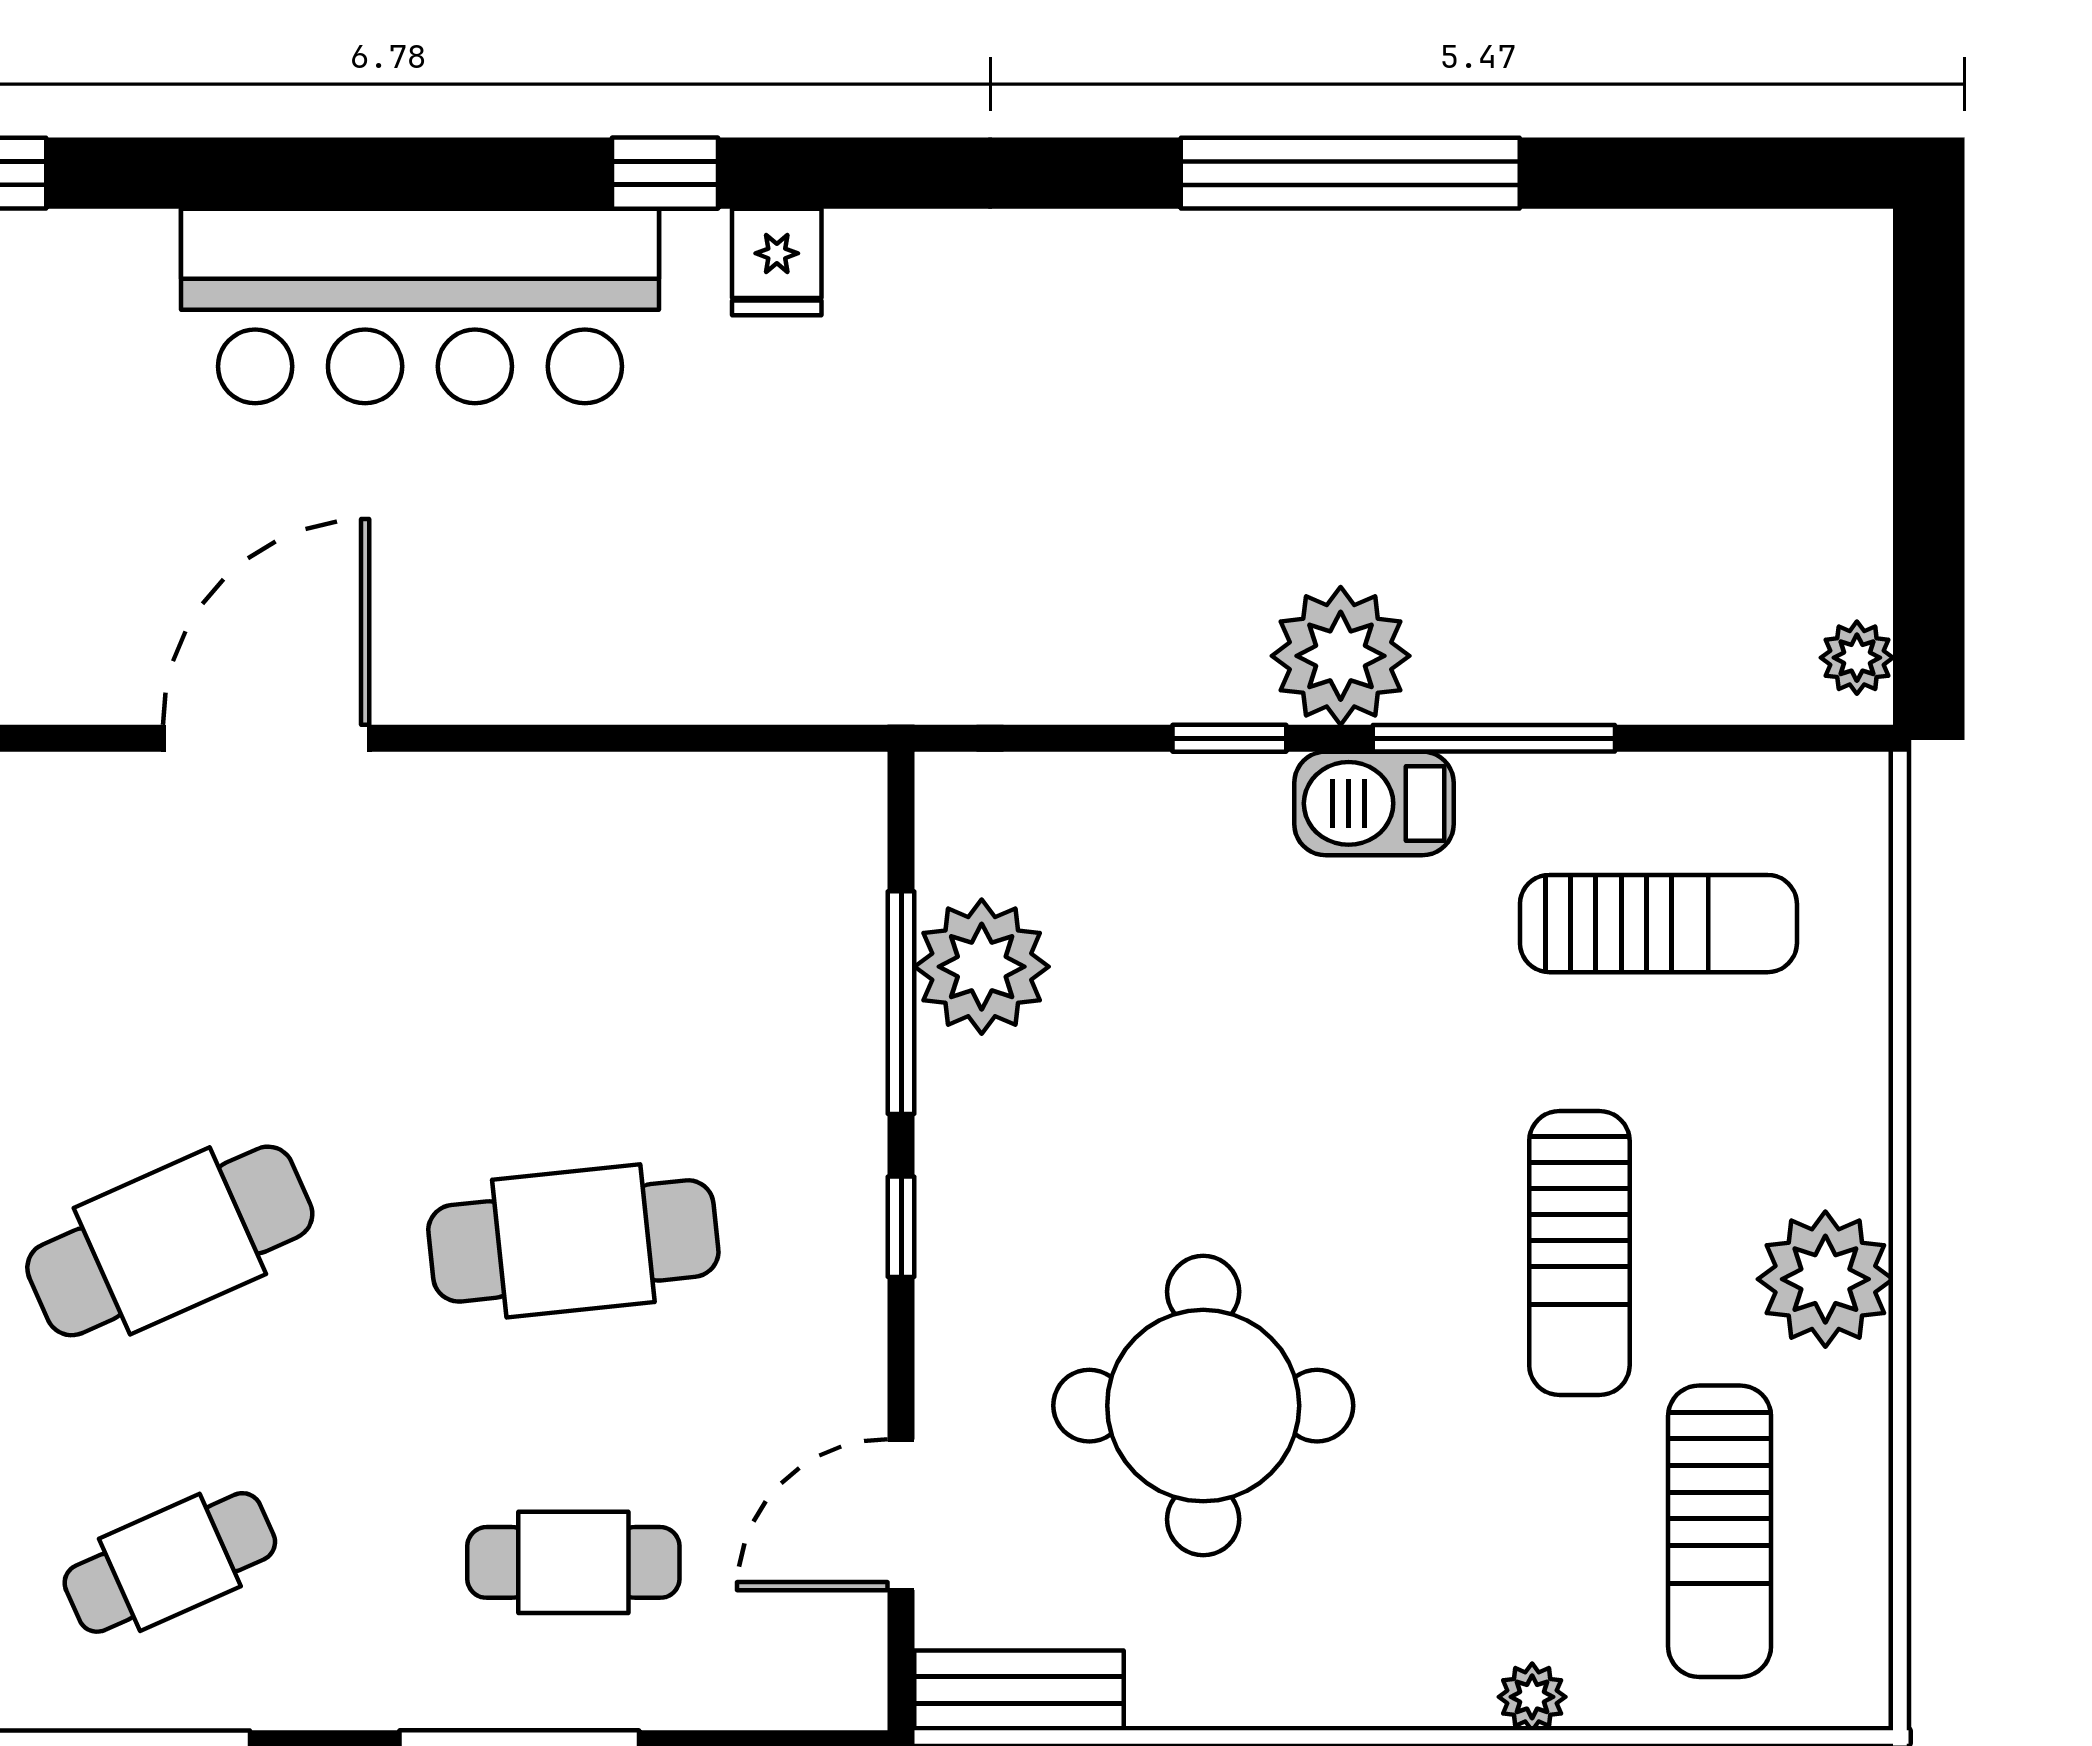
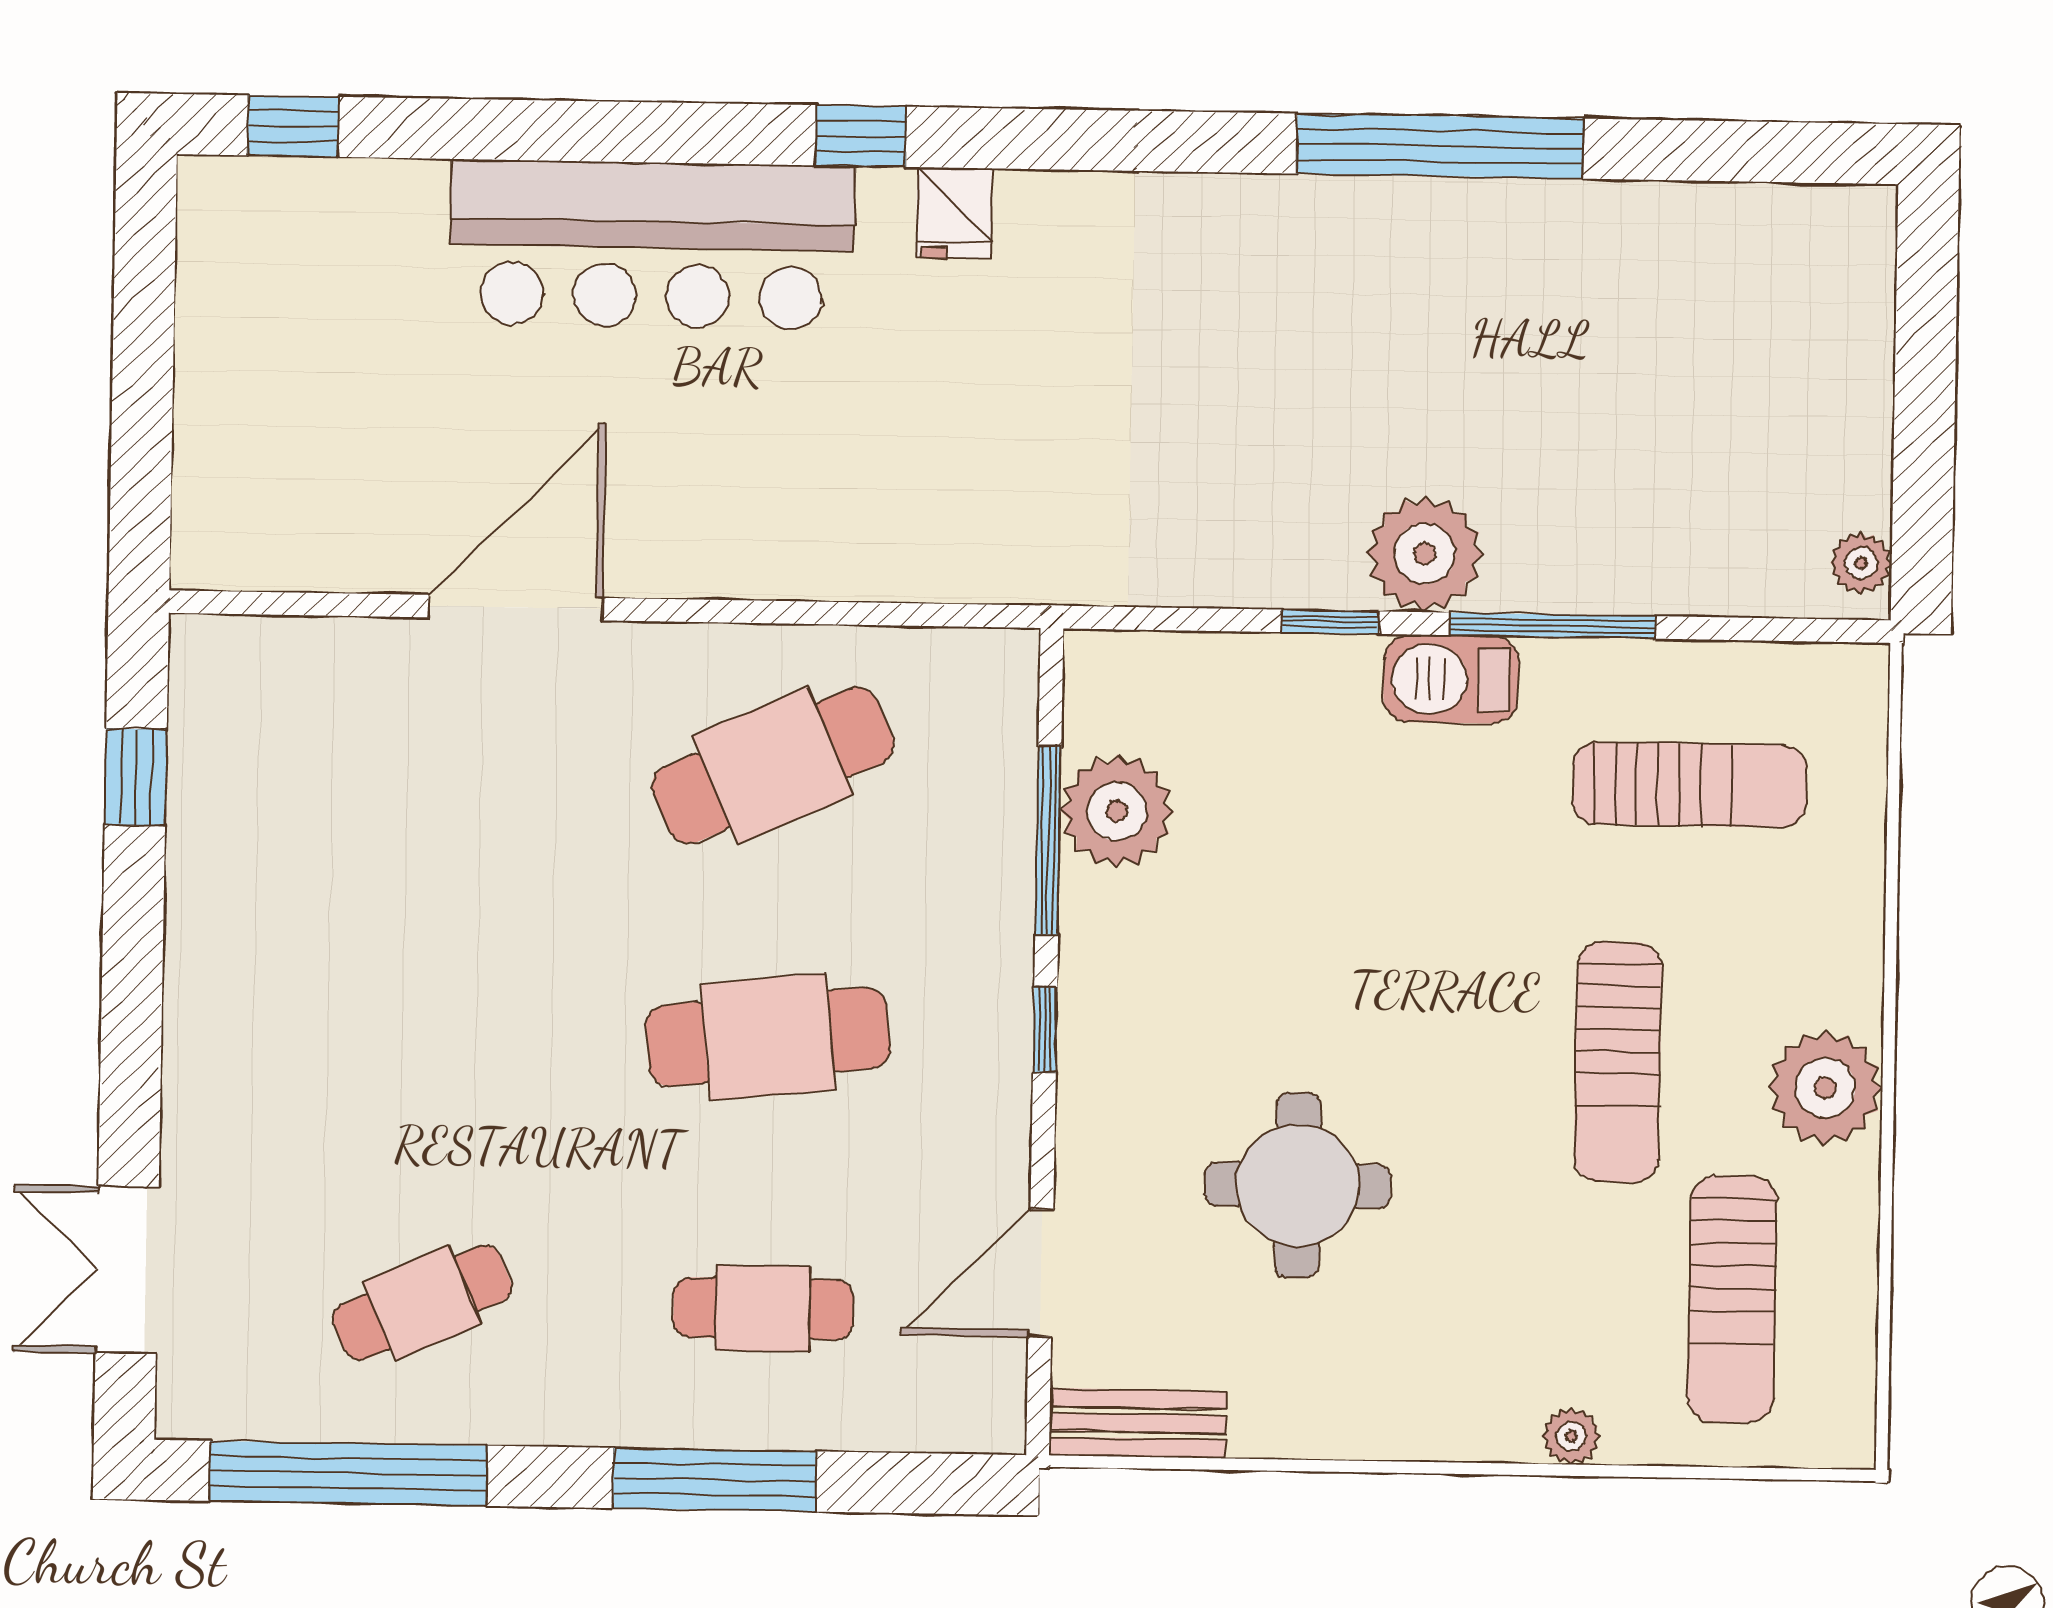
cafe table: (170, 1241) -> (773, 765), moved
round table: (1203, 1406) -> (1298, 1185), width x0.73, depth x0.73

